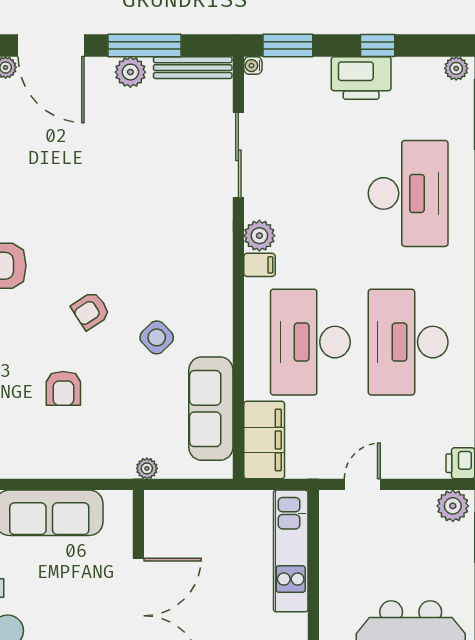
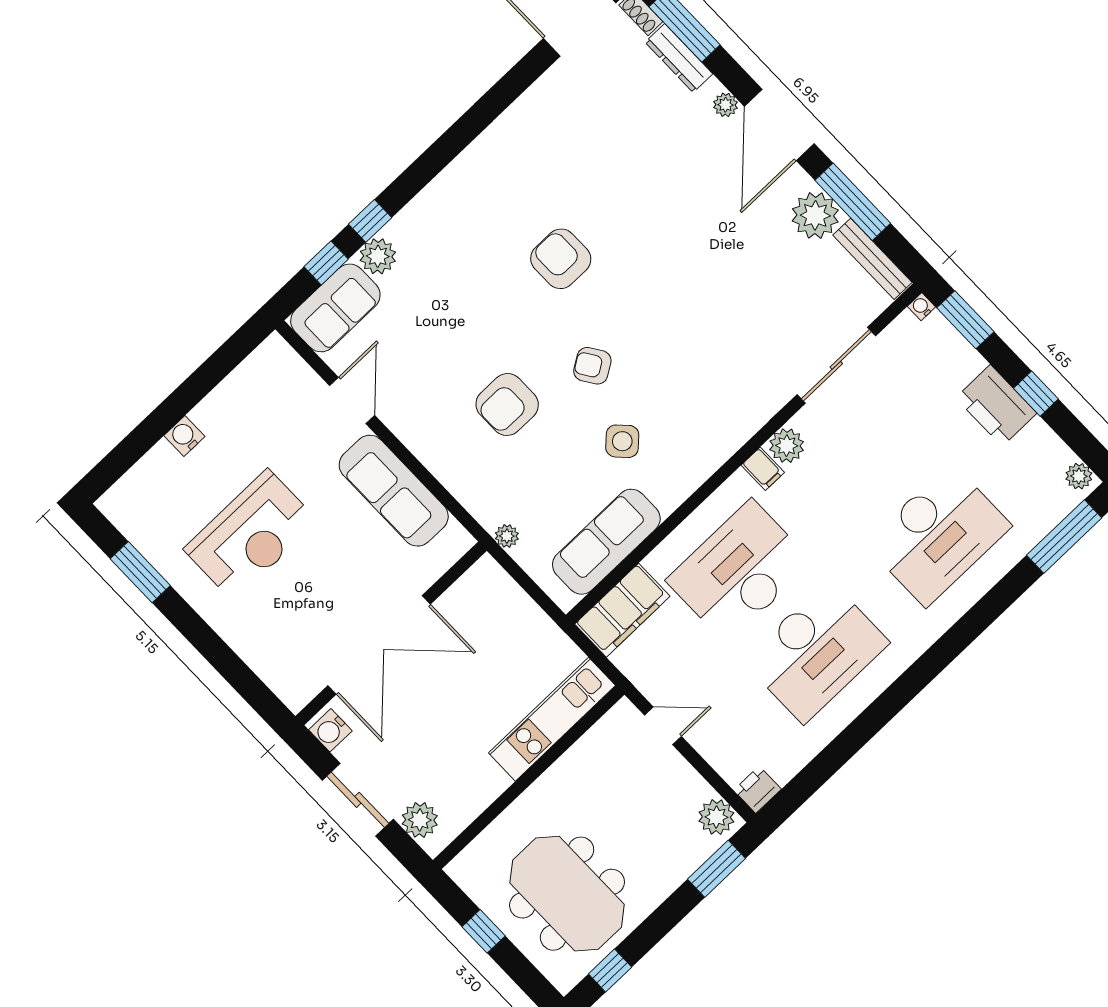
plant: (130, 72) -> (815, 215), width x1.36, depth x1.36
desk: (408, 342) -> (816, 652), turned 180
armchair: (63, 388) -> (507, 405), width x1.38, depth x1.38

